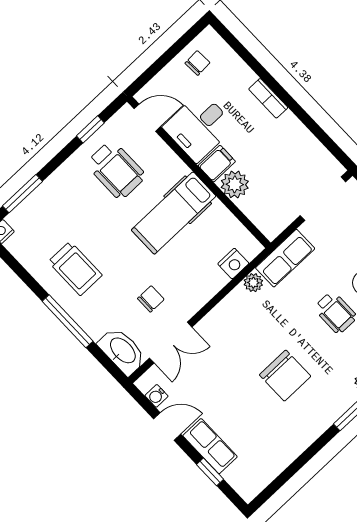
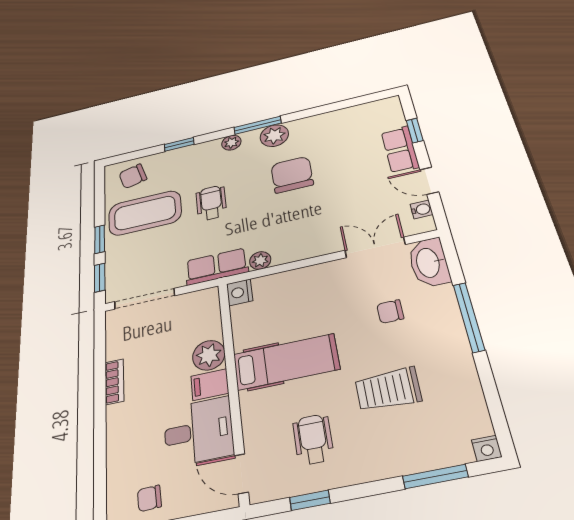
bookcase: (268, 98) -> (114, 382), moved
wheelchair: (116, 170) -> (313, 439), width x0.73, depth x0.73
nightstand: (233, 264) -> (239, 292), moved, turned -90
trolley: (75, 268) -> (388, 389), moved, turned -90
chair: (151, 299) -> (390, 312), moved
plant: (330, 408) -> (274, 136), added

